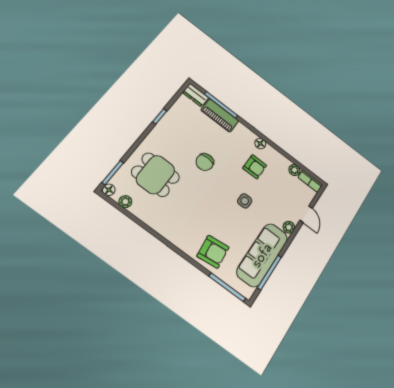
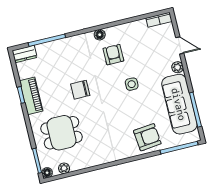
piano: (220, 115) -> (31, 96), moved, turned -90
chair: (205, 162) -> (80, 90), turned 90
armchair: (255, 167) -> (113, 55), turned -90
plant: (294, 170) -> (141, 25), removed

